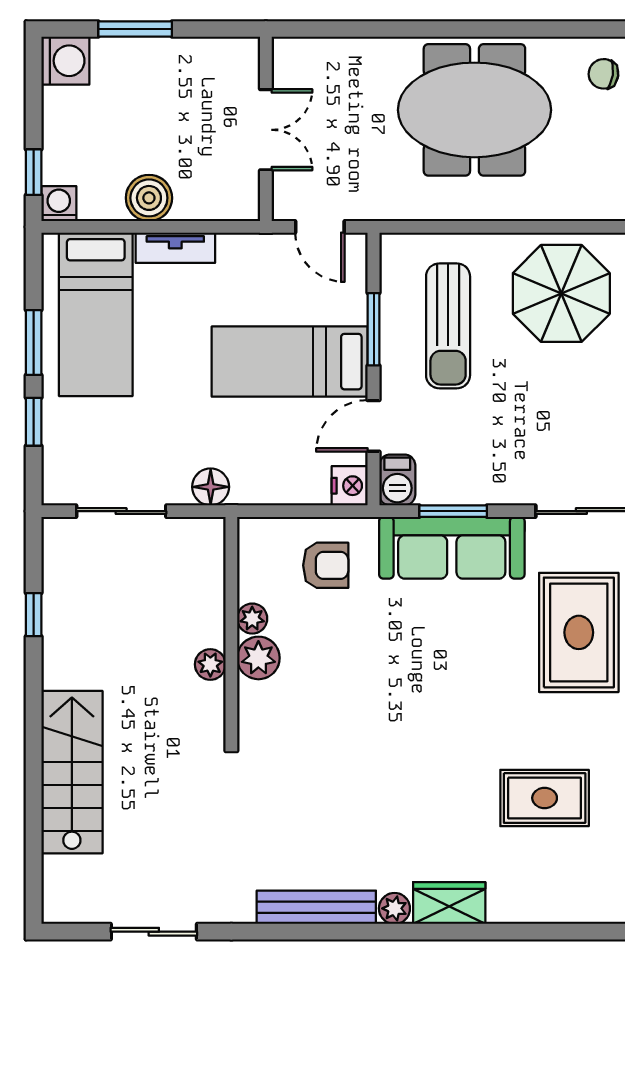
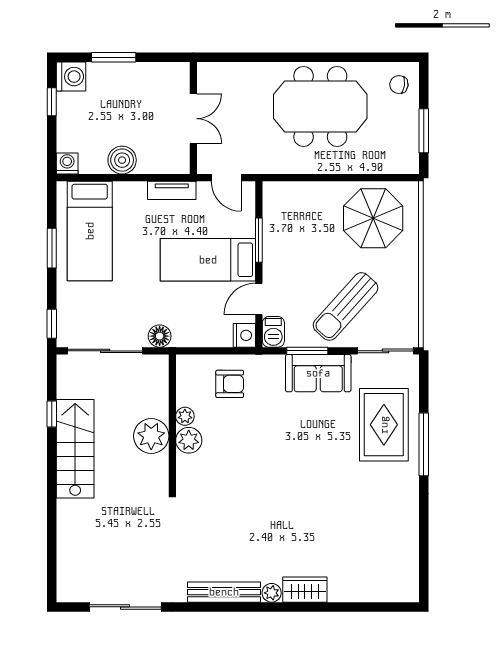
window: (34, 172) -> (52, 102), moved
tv unit: (175, 248) -> (172, 190), moved
sun lounger: (448, 326) -> (345, 306), moved, turned 42
window: (34, 422) -> (52, 324), moved
sliding door: (121, 511) -> (105, 351), width x1.37
sofa: (452, 548) -> (318, 373), width x0.73
plant: (210, 664) -> (151, 436), width x1.88, depth x1.88
stairs: (72, 772) -> (75, 449), moved
rug: (545, 798) -> (363, 526), removed
sliding door: (154, 932) -> (125, 607), width x1.37

